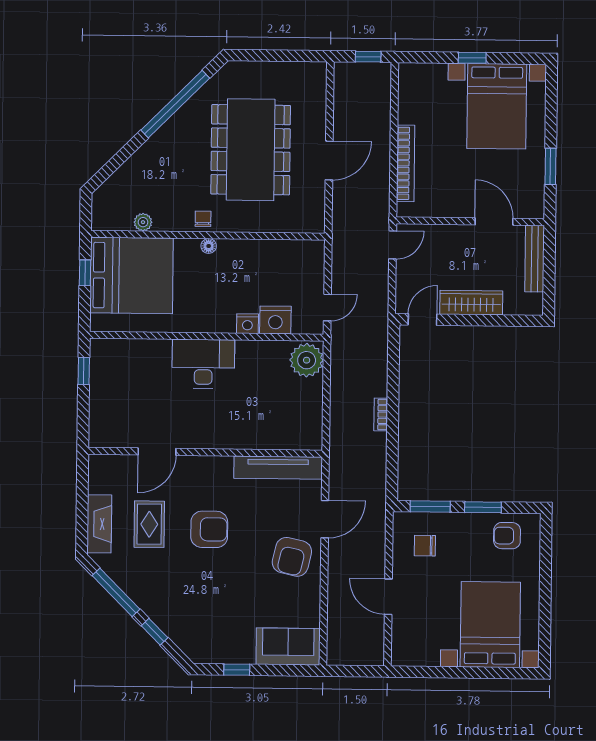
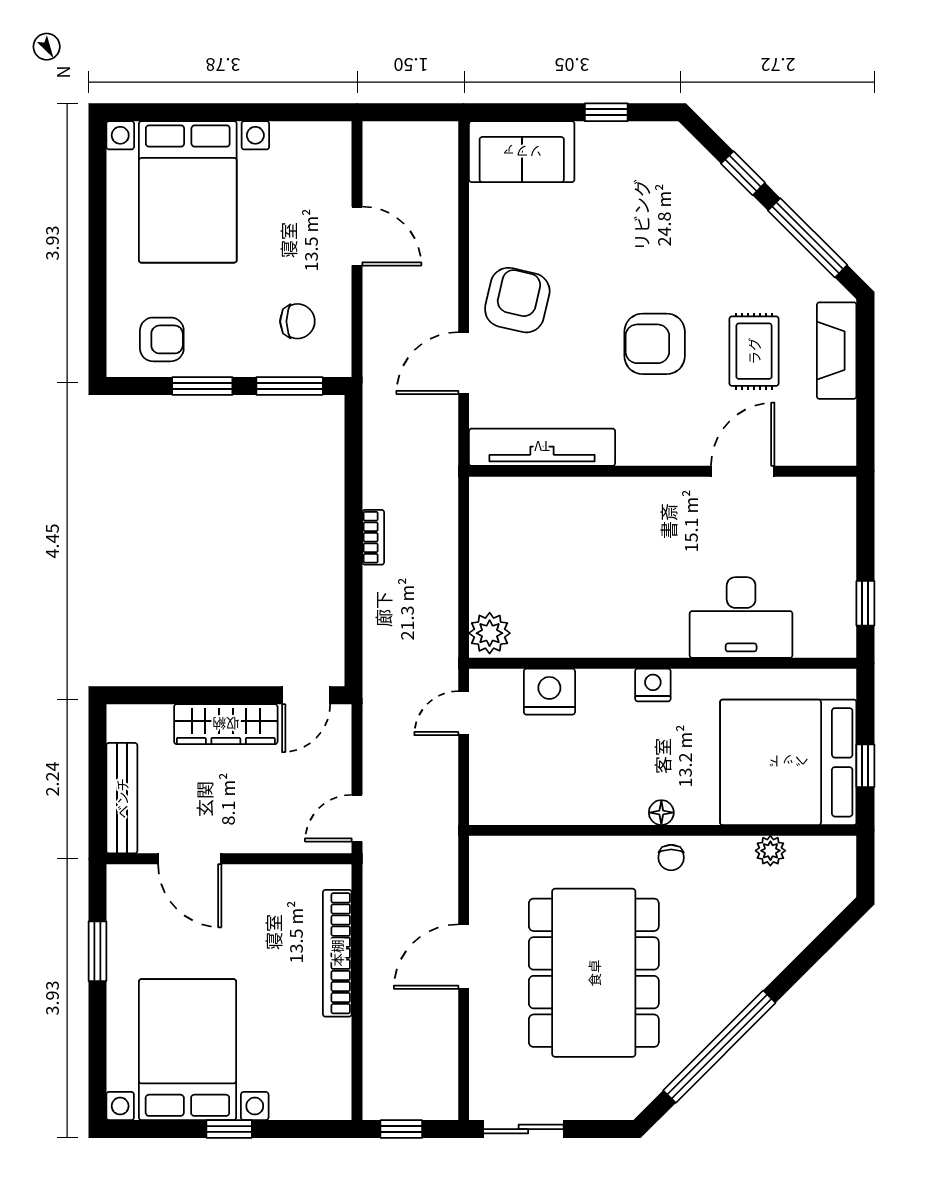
sliding door: (294, 56) -> (523, 1129), added
nightstand: (247, 324) -> (653, 685), moved
plant: (307, 360) -> (490, 633), width x0.73, depth x0.73
desk: (203, 364) -> (741, 618), moved

